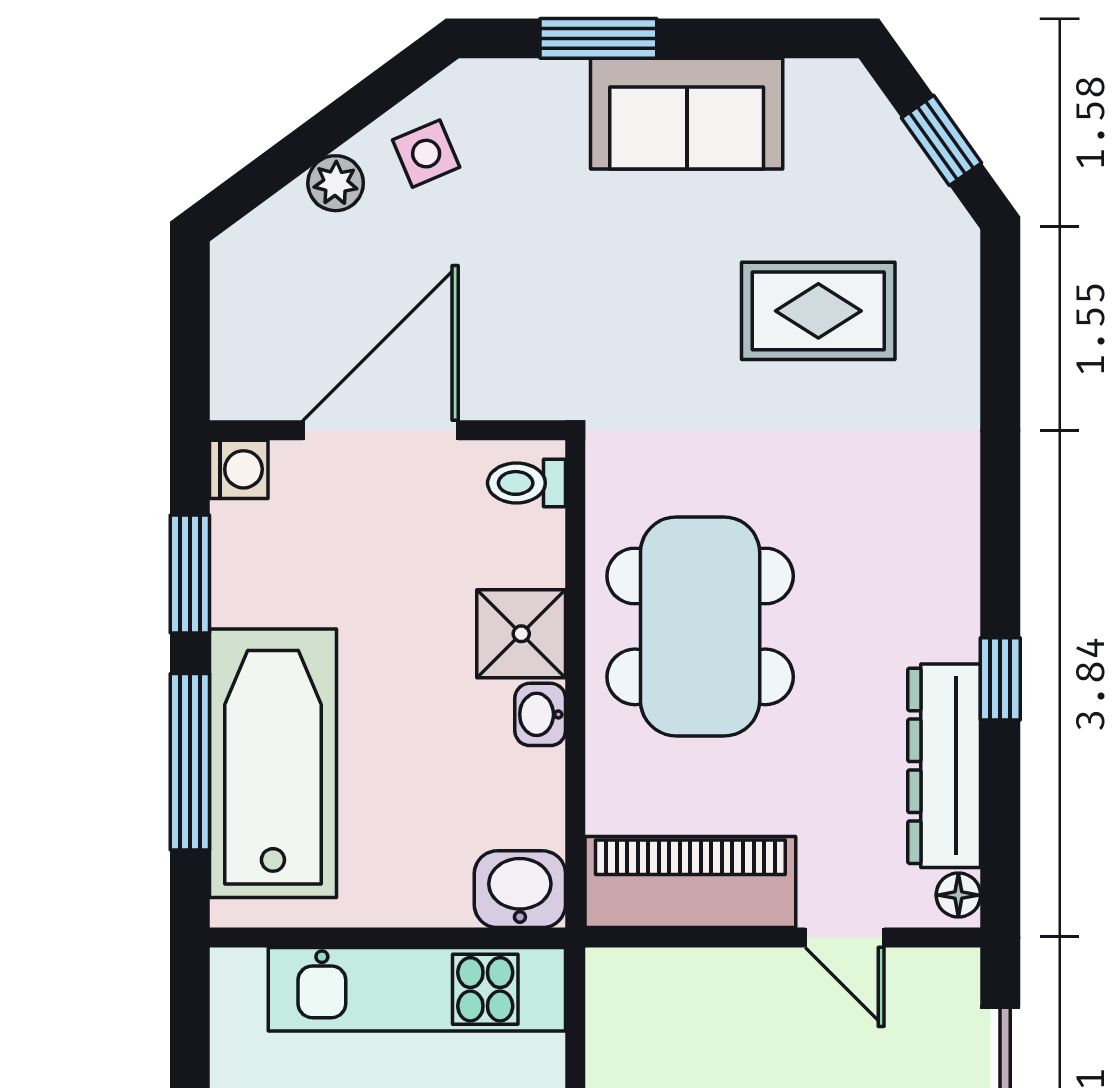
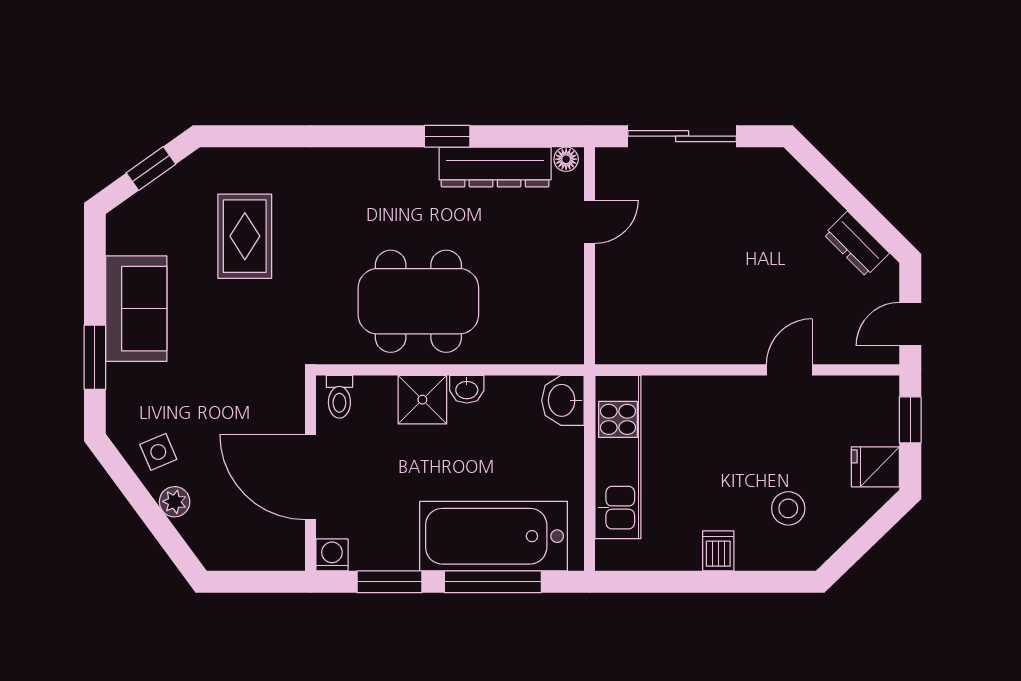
piano: (690, 882) -> (559, 307), removed

